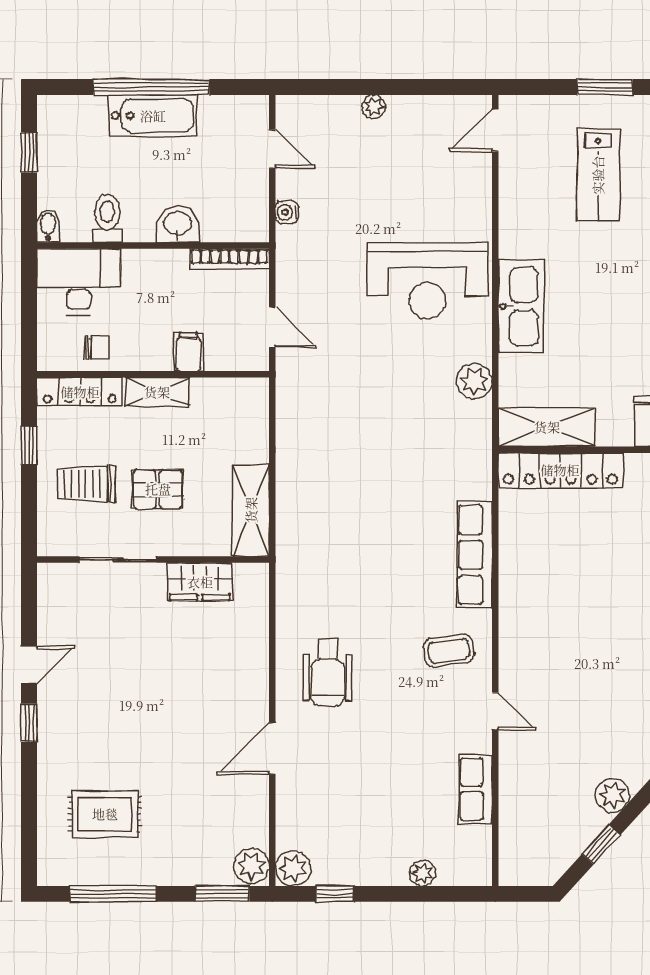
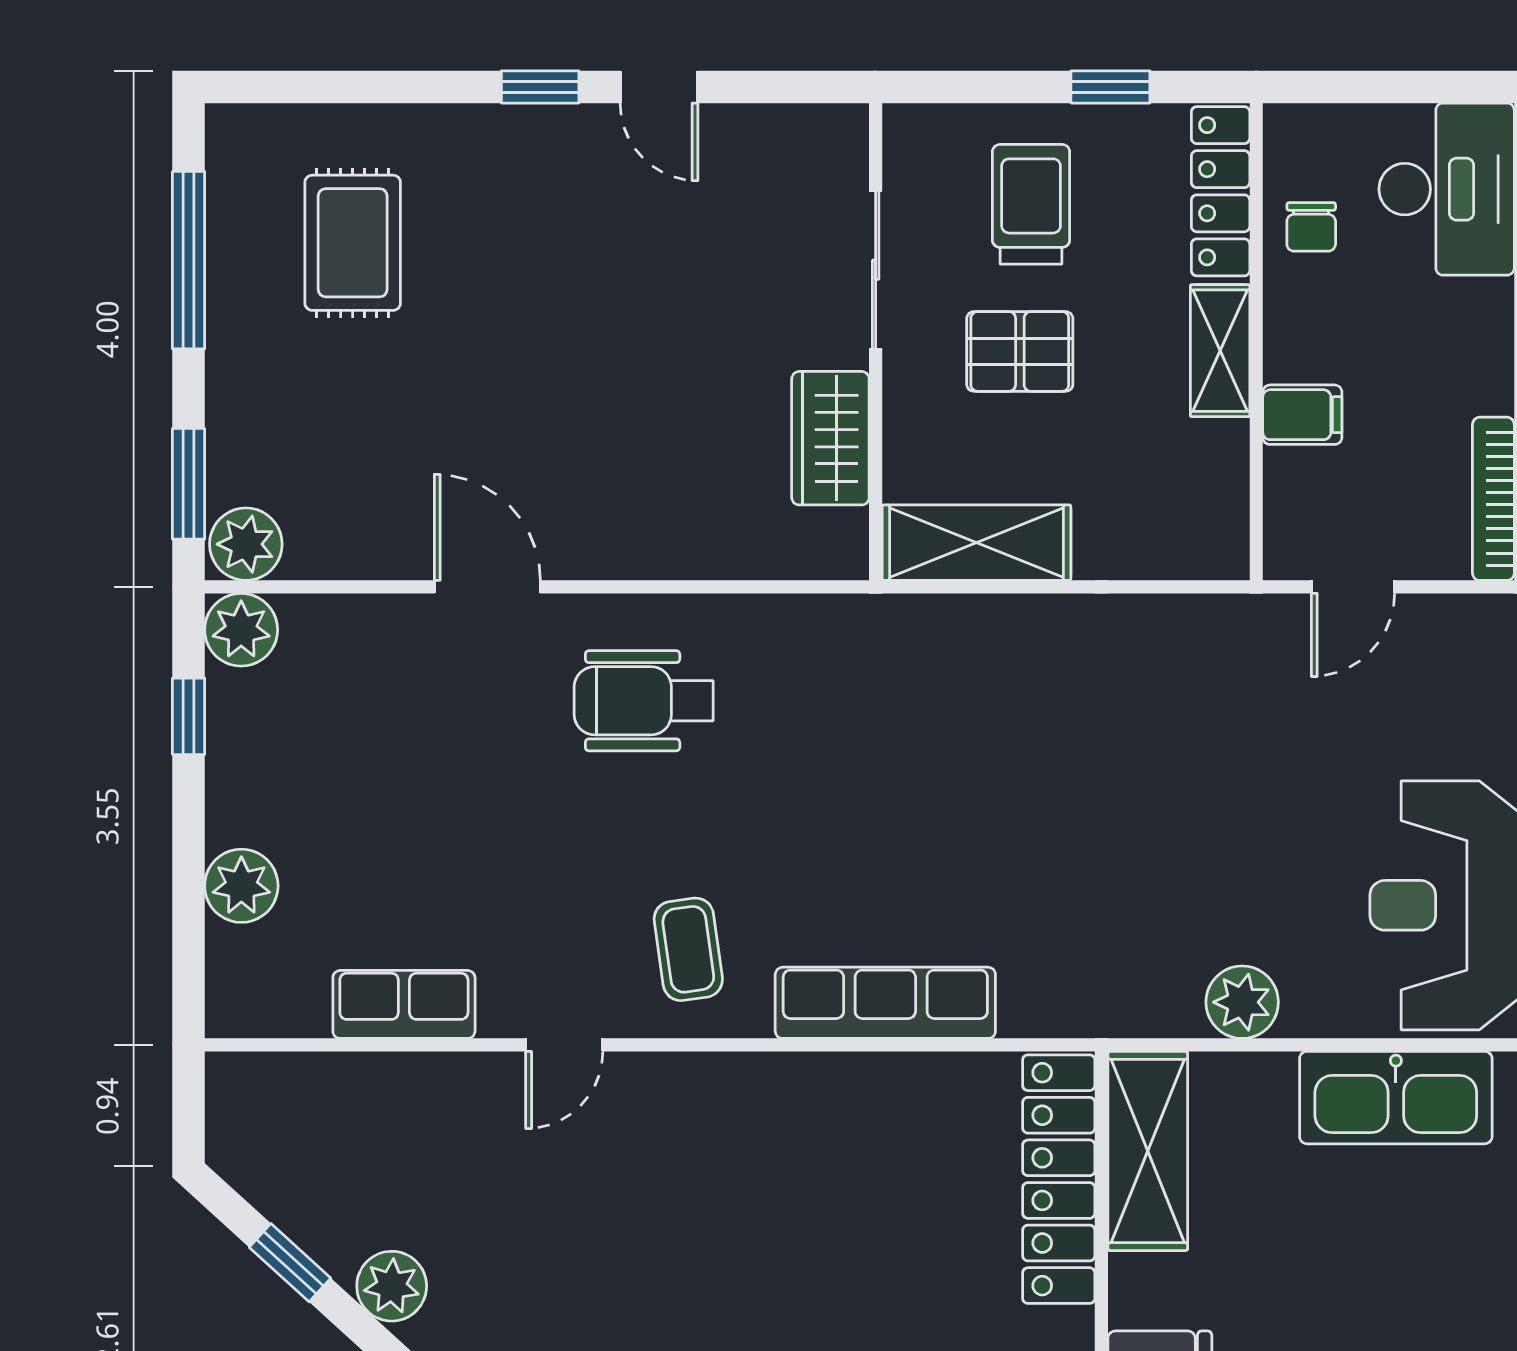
pallet: (158, 489) -> (1020, 351), turned 90
plant: (423, 873) -> (241, 886), width x1.38, depth x1.38

